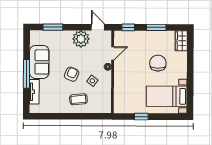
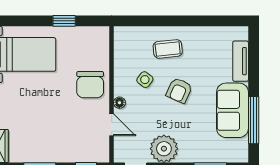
door: (113, 53) -> (112, 125), swing flipped
chair: (158, 63) -> (90, 85), moved
window: (26, 74) -> (254, 120), moved

